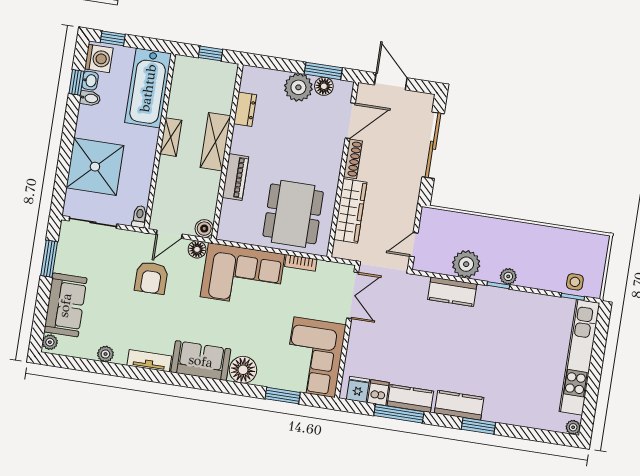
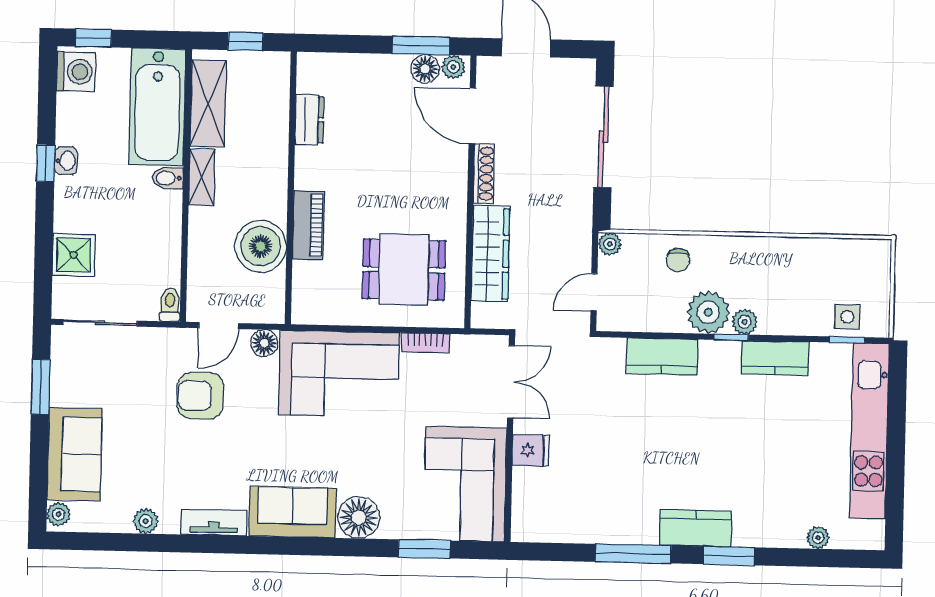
washbasin: (90, 81) -> (66, 161), moved
window: (76, 82) -> (46, 163), moved
plant: (298, 87) -> (453, 67), moved, width x0.53, depth x0.53
bidet: (90, 98) -> (168, 178), moved, turned 180
door: (350, 121) -> (472, 116), swing flipped
shelving: (215, 142) -> (208, 103), moved
shower: (95, 167) -> (74, 255), width x0.54, depth x0.54
dining table: (293, 214) -> (404, 270), width x0.73
plant: (428, 215) -> (610, 244), added
boiler: (204, 229) -> (261, 246), moved, width x1.86, depth x1.86
chair: (471, 231) -> (678, 260), added
plant: (466, 264) -> (708, 312), moved
armchair: (151, 278) -> (200, 396), turned 90
fridge: (358, 389) -> (531, 450), moved, turned 90
dishwasher: (378, 393) -> (570, 525), removed
kitchen counter: (410, 398) -> (775, 358), moved, turned 180
window: (399, 414) -> (633, 554), moved
plant: (573, 427) -> (818, 538), moved

